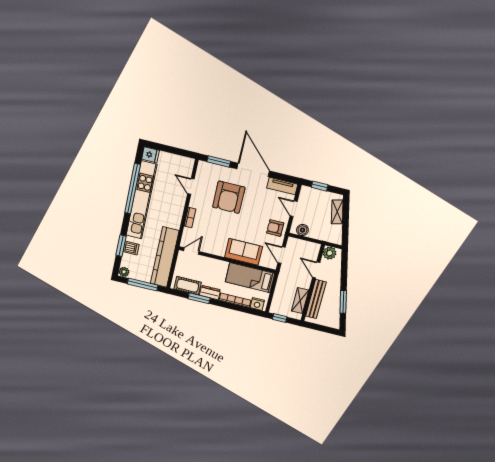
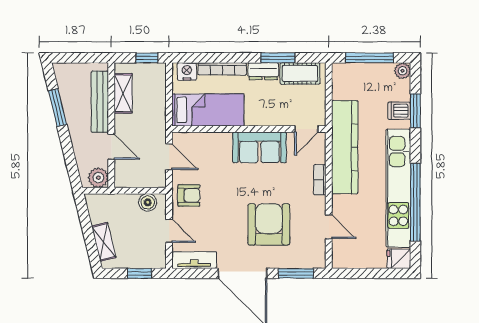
sofa: (244, 252) -> (259, 147), moved
kitchen counter: (165, 257) -> (345, 147), moved

